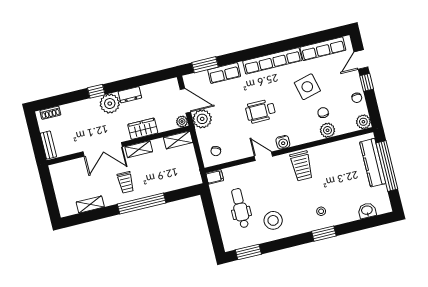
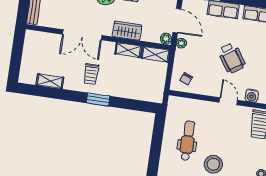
wheelchair: (260, 111) -> (232, 58), moved, turned -124
plant: (202, 119) -> (181, 43), width x0.53, depth x0.53
shelving: (139, 149) -> (128, 50), moved
filing cabinet: (215, 177) -> (176, 102), removed
window: (142, 204) -> (98, 99), width x0.47

